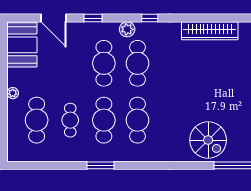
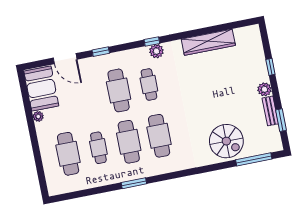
plant: (127, 29) -> (156, 51), moved
cafe table: (137, 63) -> (149, 84), width x0.73, depth x0.74
plant: (13, 93) -> (38, 116), moved

